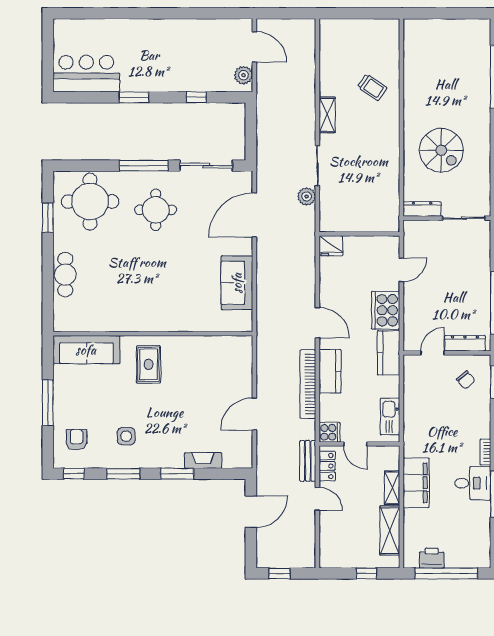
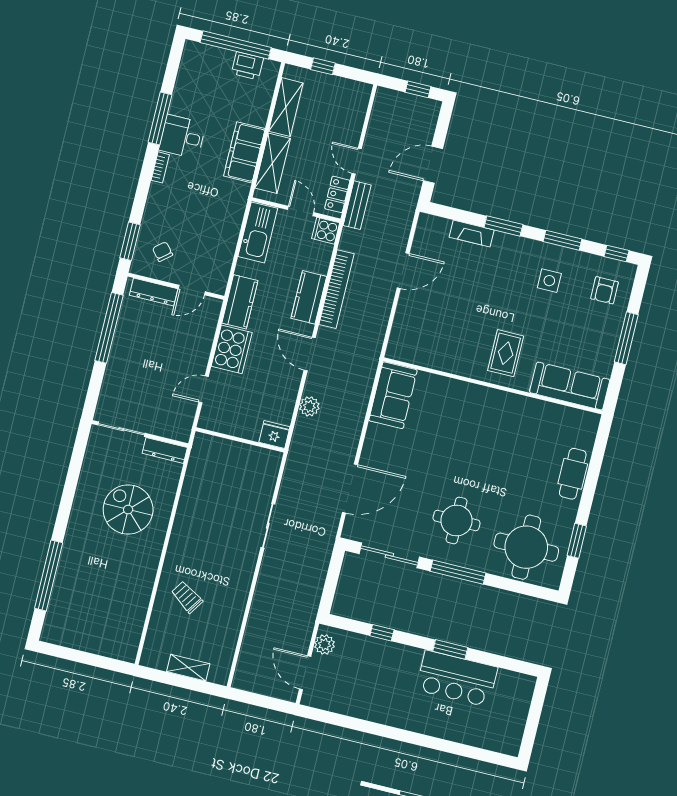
bar counter: (86, 74) -> (457, 679), moved
shelving: (327, 115) -> (188, 668), moved, turned 90
plant: (307, 196) -> (309, 406), moved
sofa: (237, 283) -> (393, 395), moved
kitchen sink: (390, 417) -> (258, 232), width x1.36, depth x1.24
shelving: (392, 488) -> (272, 163), width x1.50, depth x1.33

